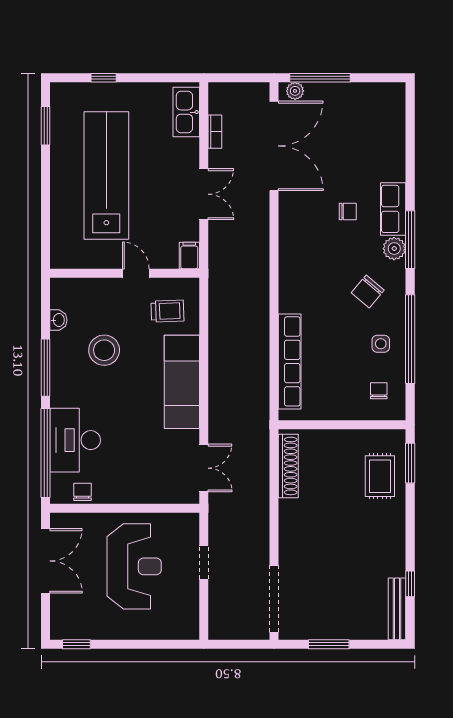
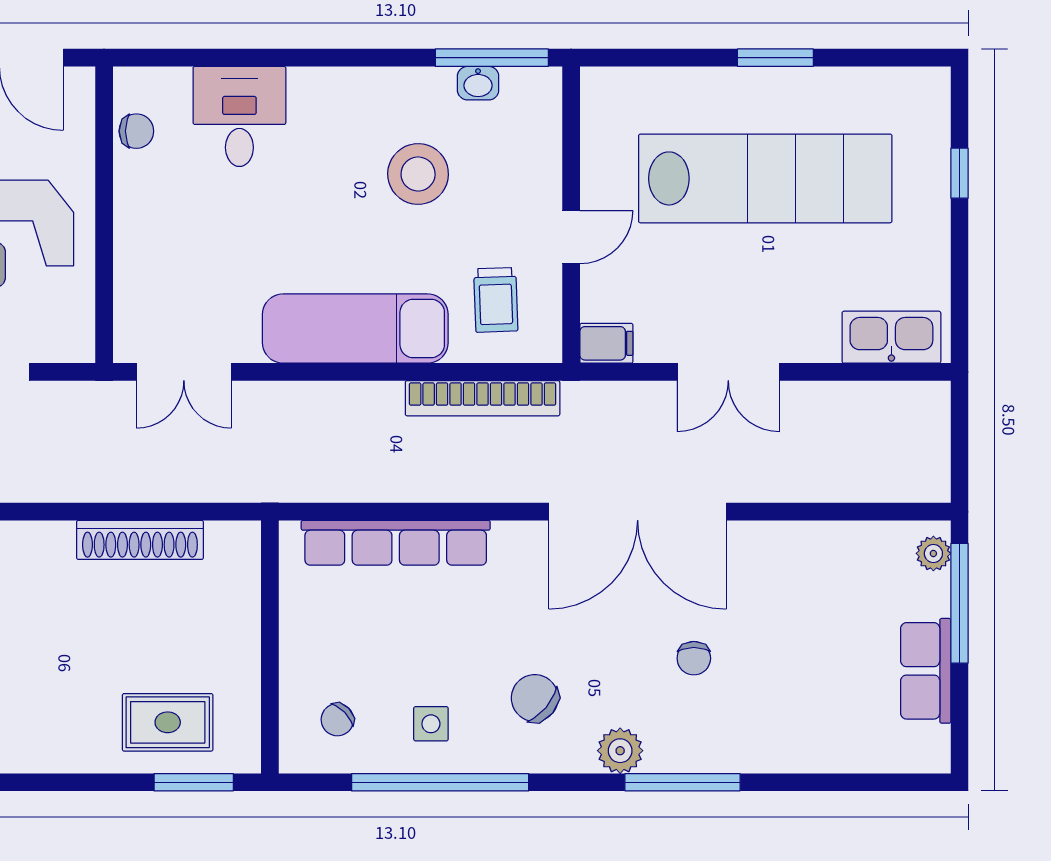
window: (46, 126) -> (775, 58), moved
bookcase: (215, 132) -> (483, 398), moved, width x2.31, depth x1.31
double door: (274, 146) -> (638, 512), moved
row of seats: (393, 209) -> (926, 671), moved, turned -90
window: (410, 240) -> (683, 782), moved
window: (46, 368) -> (492, 58), moved
chair: (379, 391) -> (337, 720), turned 136
desk: (75, 440) -> (239, 116), width x0.73
window: (46, 453) -> (214, 58), removed
shoe rack: (288, 466) -> (140, 540), moved

